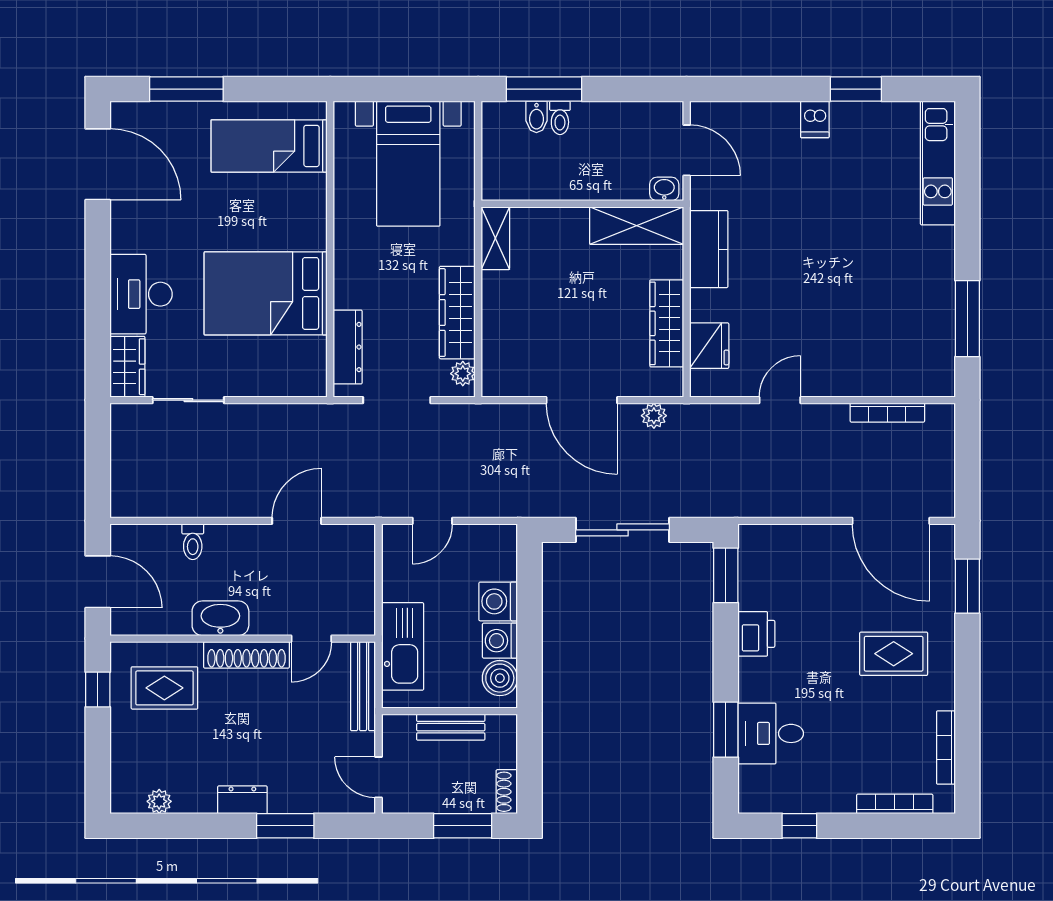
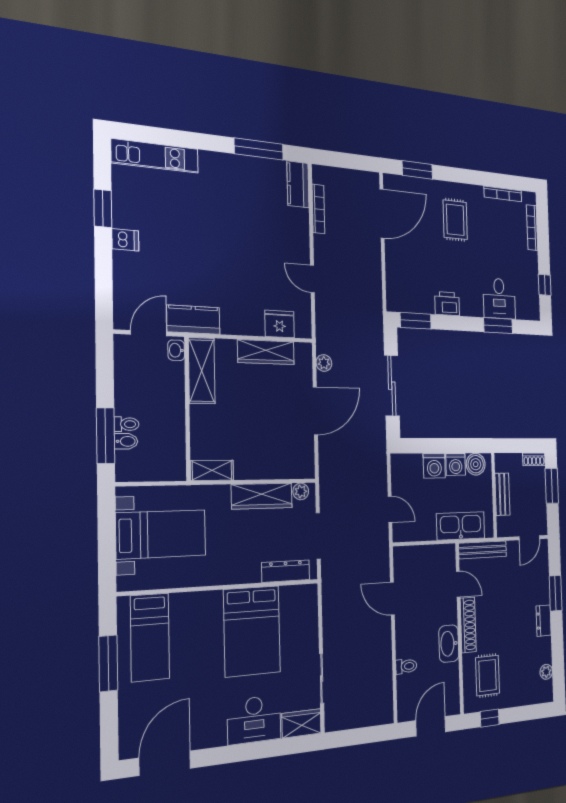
window: (186, 89) -> (108, 663), moved
kitchen counter: (709, 249) -> (193, 320), moved
kitchen counter: (921, 380) -> (298, 184), added

